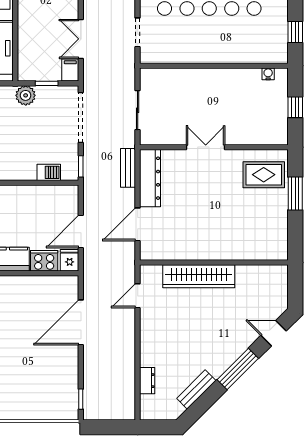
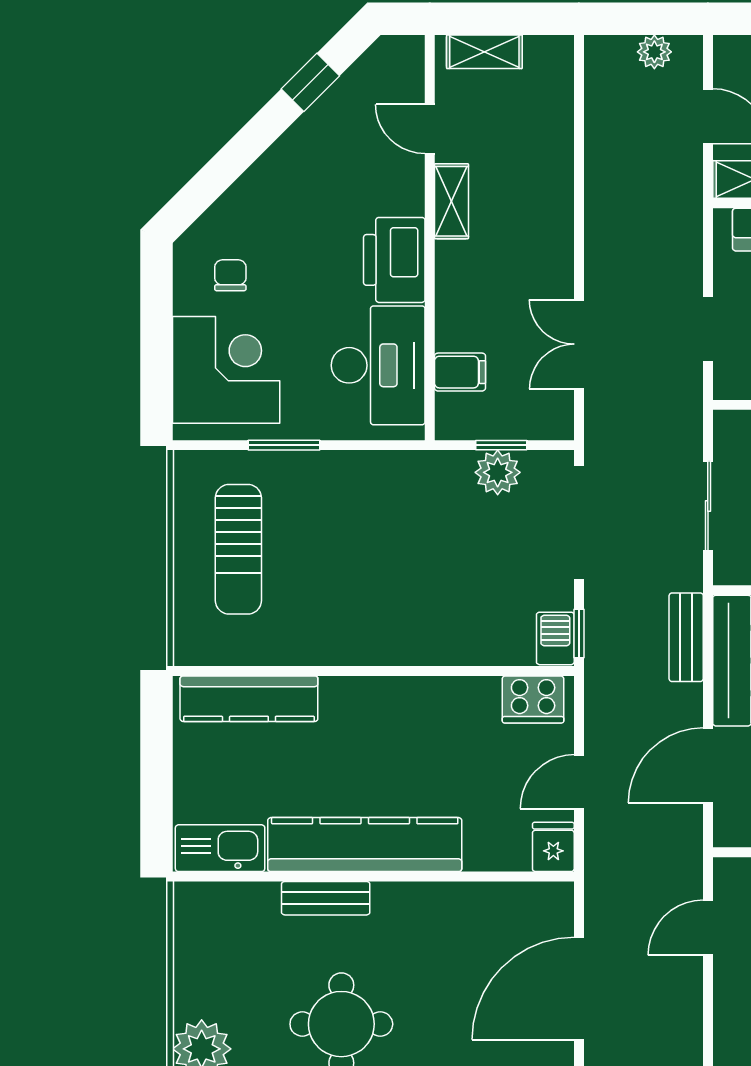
filing cabinet: (70, 70) -> (460, 372), moved, turned 90
plant: (26, 95) -> (498, 472), moved
barbecue: (49, 172) -> (555, 638), moved, turned -90
door: (81, 231) -> (579, 782), width x0.73
cooker: (44, 261) -> (533, 699), moved, turned 180

